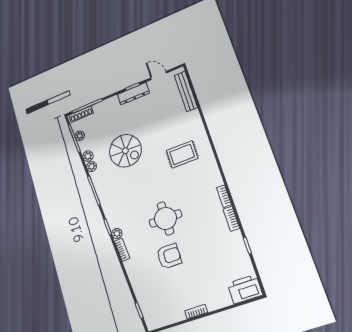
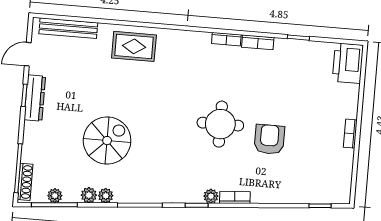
rug: (182, 154) -> (134, 46), moved, turned 90

